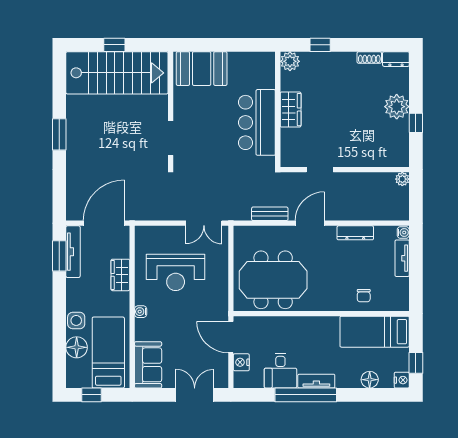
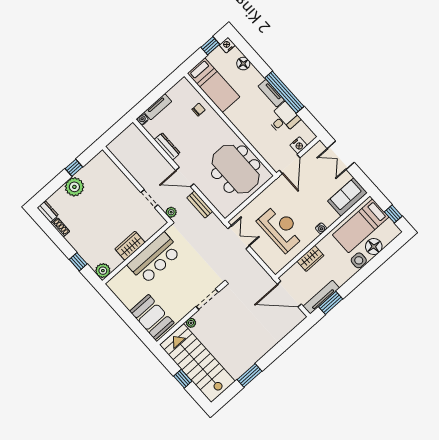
plant: (162, 102) -> (191, 323), added
window: (59, 134) -> (249, 375), moved
plant: (402, 179) -> (171, 212), moved

